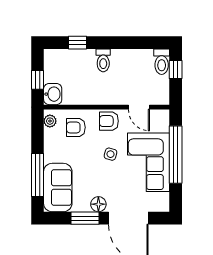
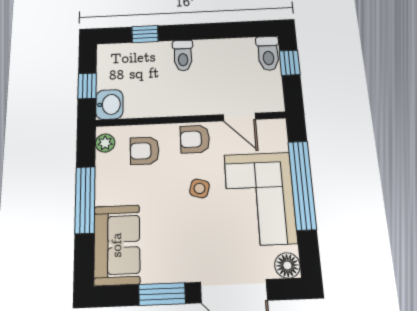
window: (37, 175) -> (85, 200), moved
floor lamp: (98, 204) -> (287, 265), moved

